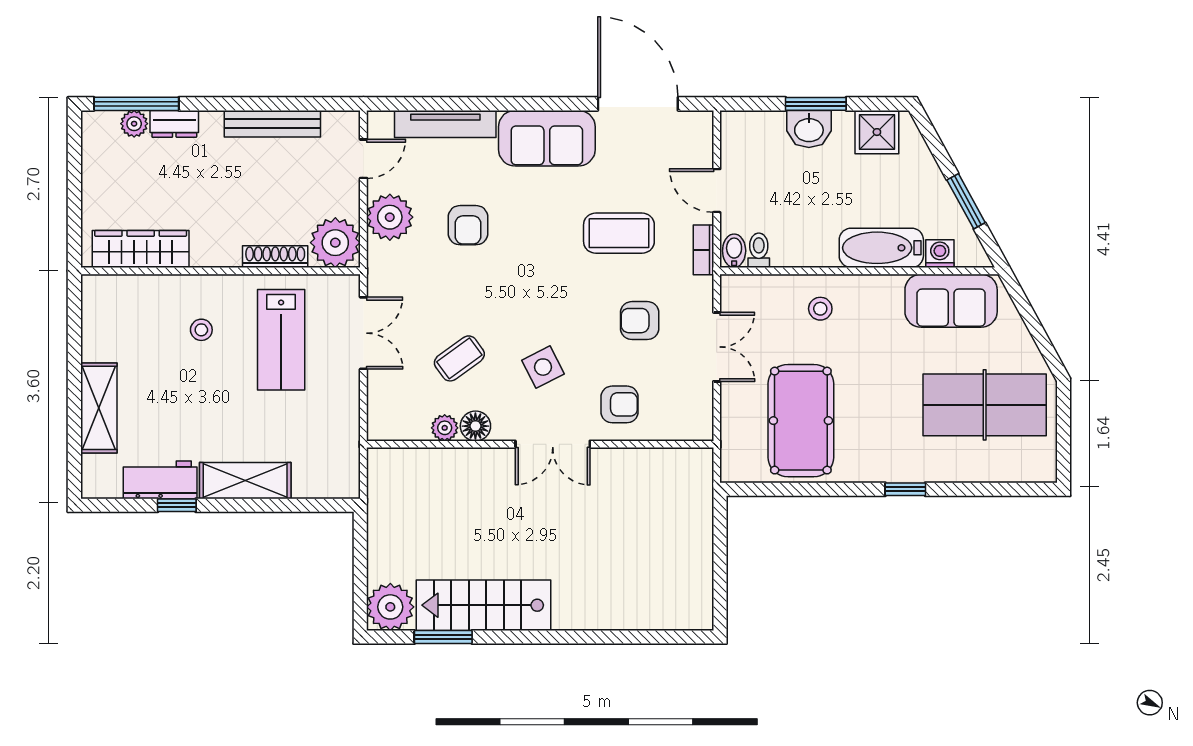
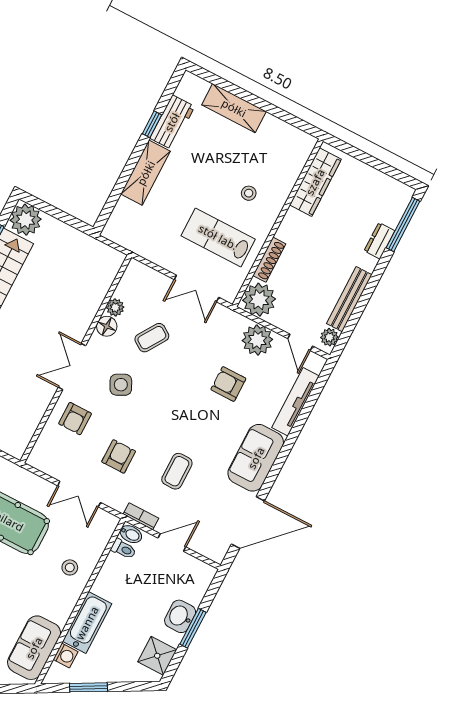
plant: (134, 124) -> (329, 337), moved
coffee table: (619, 233) -> (177, 471), width x0.73, depth x0.77
coffee table: (459, 358) -> (152, 338), turned 69

